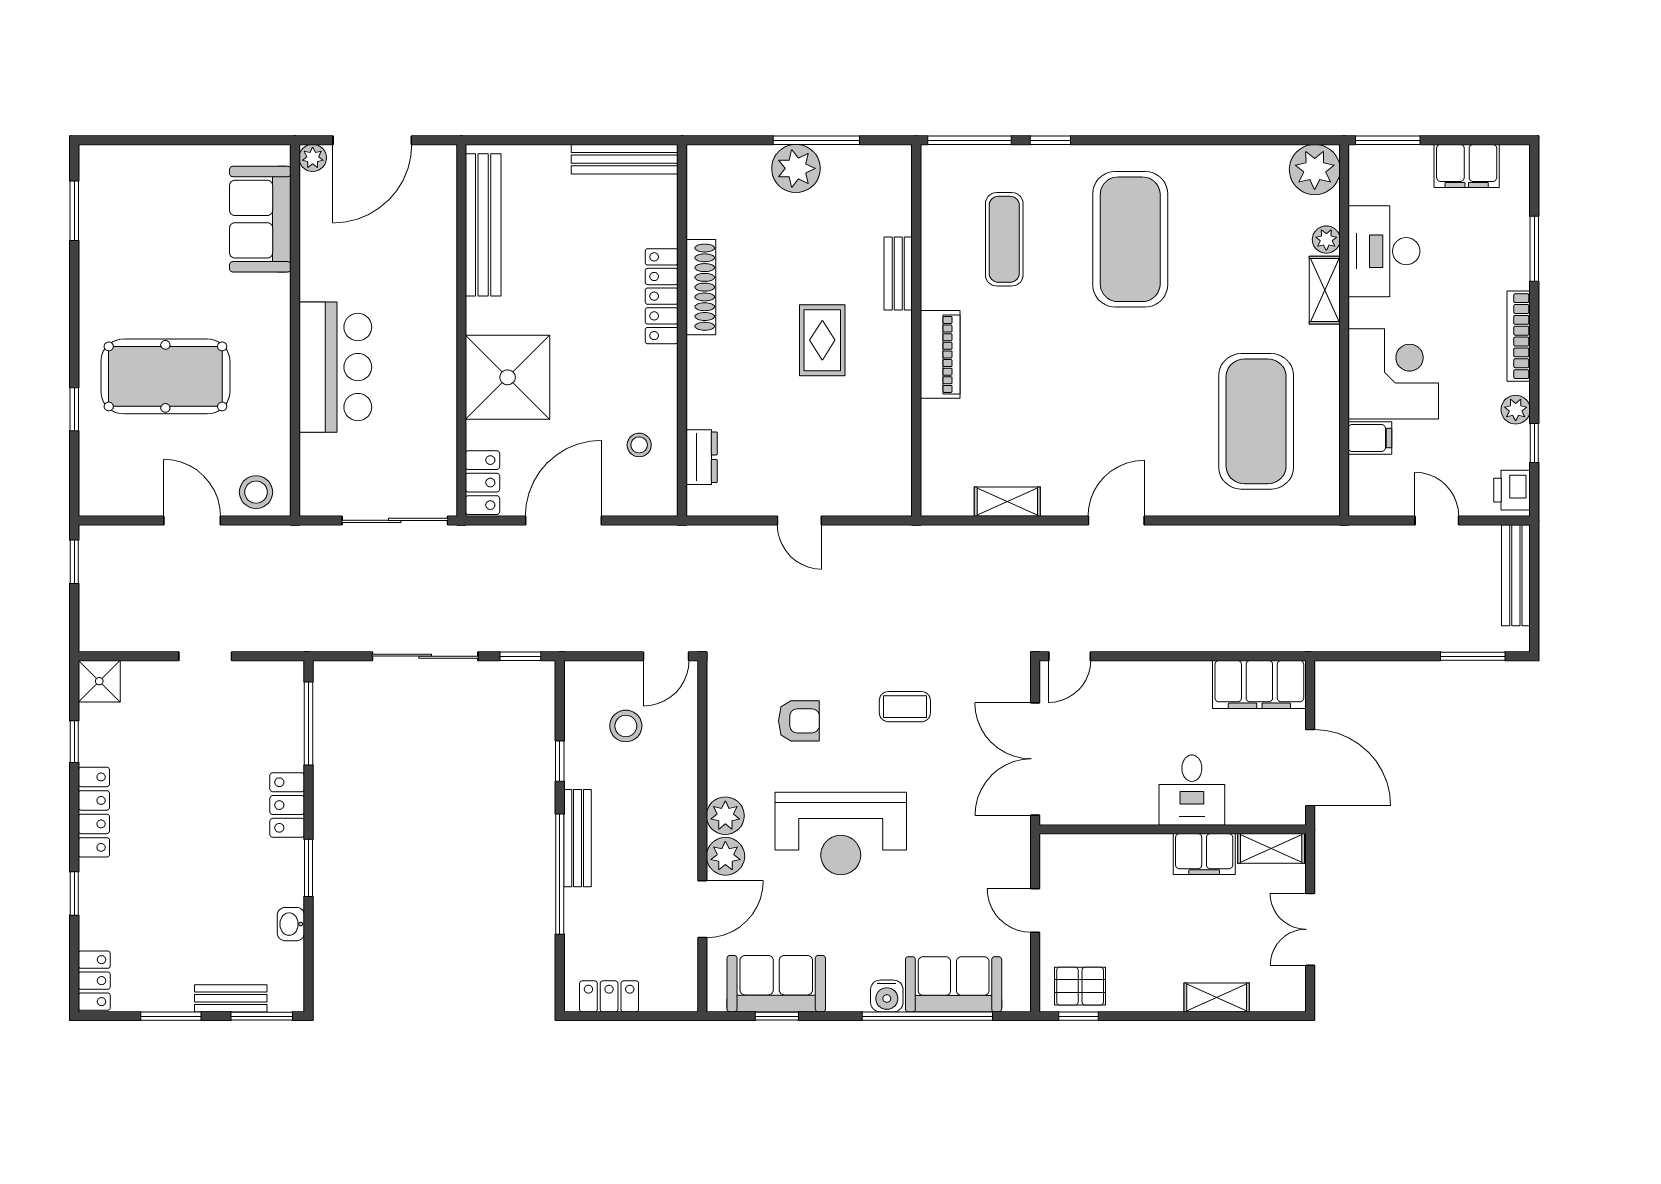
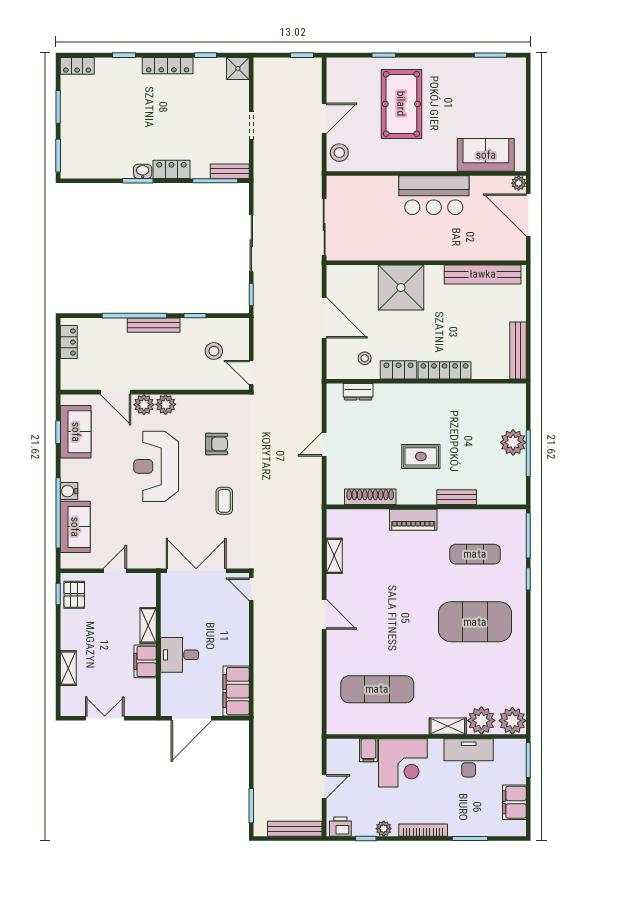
plant: (1326, 240) -> (481, 720), width x1.88, depth x1.88
shoe rack: (701, 287) -> (370, 497), moved, turned 180
bar counter: (335, 367) -> (434, 195), moved
exercise mat: (1256, 421) -> (377, 689), width x0.68
locker: (482, 483) -> (399, 370), moved, turned 180
armchair: (799, 721) -> (217, 444), turned -90
shelving: (1271, 848) -> (148, 625), moved
washbasin: (291, 924) -> (143, 171), moved
bench: (231, 998) -> (230, 171), moved, turned 90

